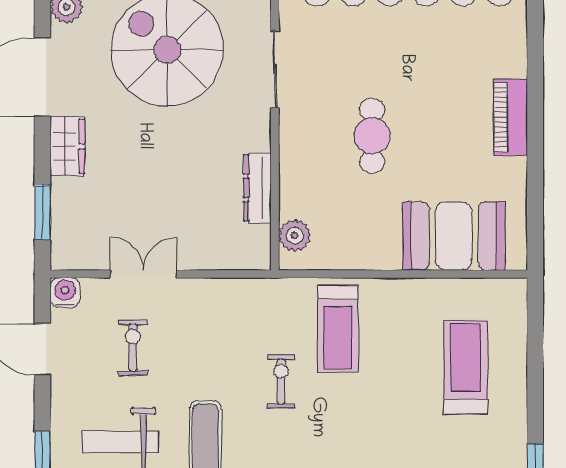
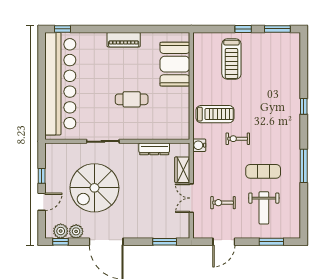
wardrobe: (67, 146) -> (182, 170), moved, turned -90
plant: (295, 235) -> (175, 133), removed
water cooler: (65, 293) -> (199, 145), moved
treadmill: (466, 367) -> (231, 59), turned -90
window: (535, 394) -> (243, 29), added

